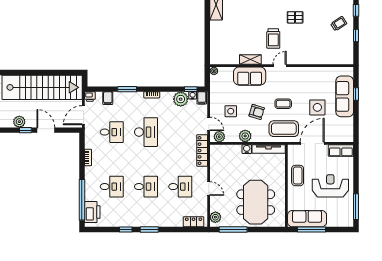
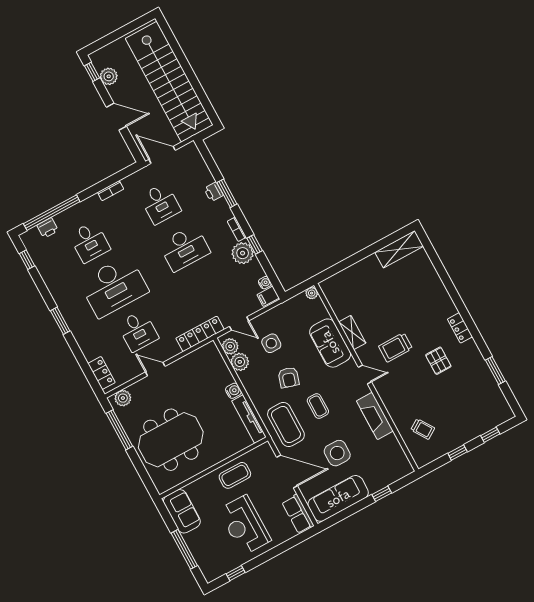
trolley: (339, 24) -> (423, 429), moved
fireplace: (307, 73) -> (375, 416), added
window: (191, 89) -> (255, 244), moved
sofa: (345, 96) -> (338, 498), moved
printer: (90, 97) -> (214, 192), moved
filing cabinet: (108, 98) -> (202, 175), removed
plant: (181, 99) -> (243, 253), moved
door: (209, 124) -> (239, 324), hinge flipped
window: (25, 130) -> (92, 72), moved
door: (46, 130) -> (116, 117), hinge flipped
plant: (245, 136) -> (240, 362), moved
reception desk: (330, 186) -> (245, 525), turned 180
desk: (146, 187) -> (114, 286), width x1.87, depth x1.30
door: (209, 189) -> (155, 369), swing flipped
window: (356, 207) -> (236, 573), width x0.46
printer: (92, 212) -> (48, 228), width x0.53, depth x0.68
sofa: (307, 219) -> (182, 511), width x0.73
window: (126, 230) -> (27, 260), moved
window: (312, 230) -> (184, 549), moved

